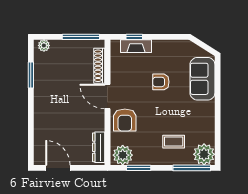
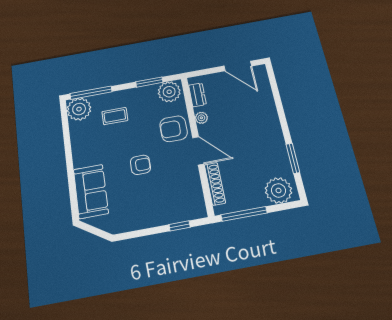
plant: (44, 45) -> (278, 190), width x1.87, depth x1.87
fireplace: (136, 46) -> (176, 215), removed
armchair: (161, 82) -> (140, 165), moved
armchair: (125, 120) -> (174, 129), turned -90
plant: (99, 125) -> (201, 118), added
dresser: (99, 147) -> (197, 95), width x0.70

